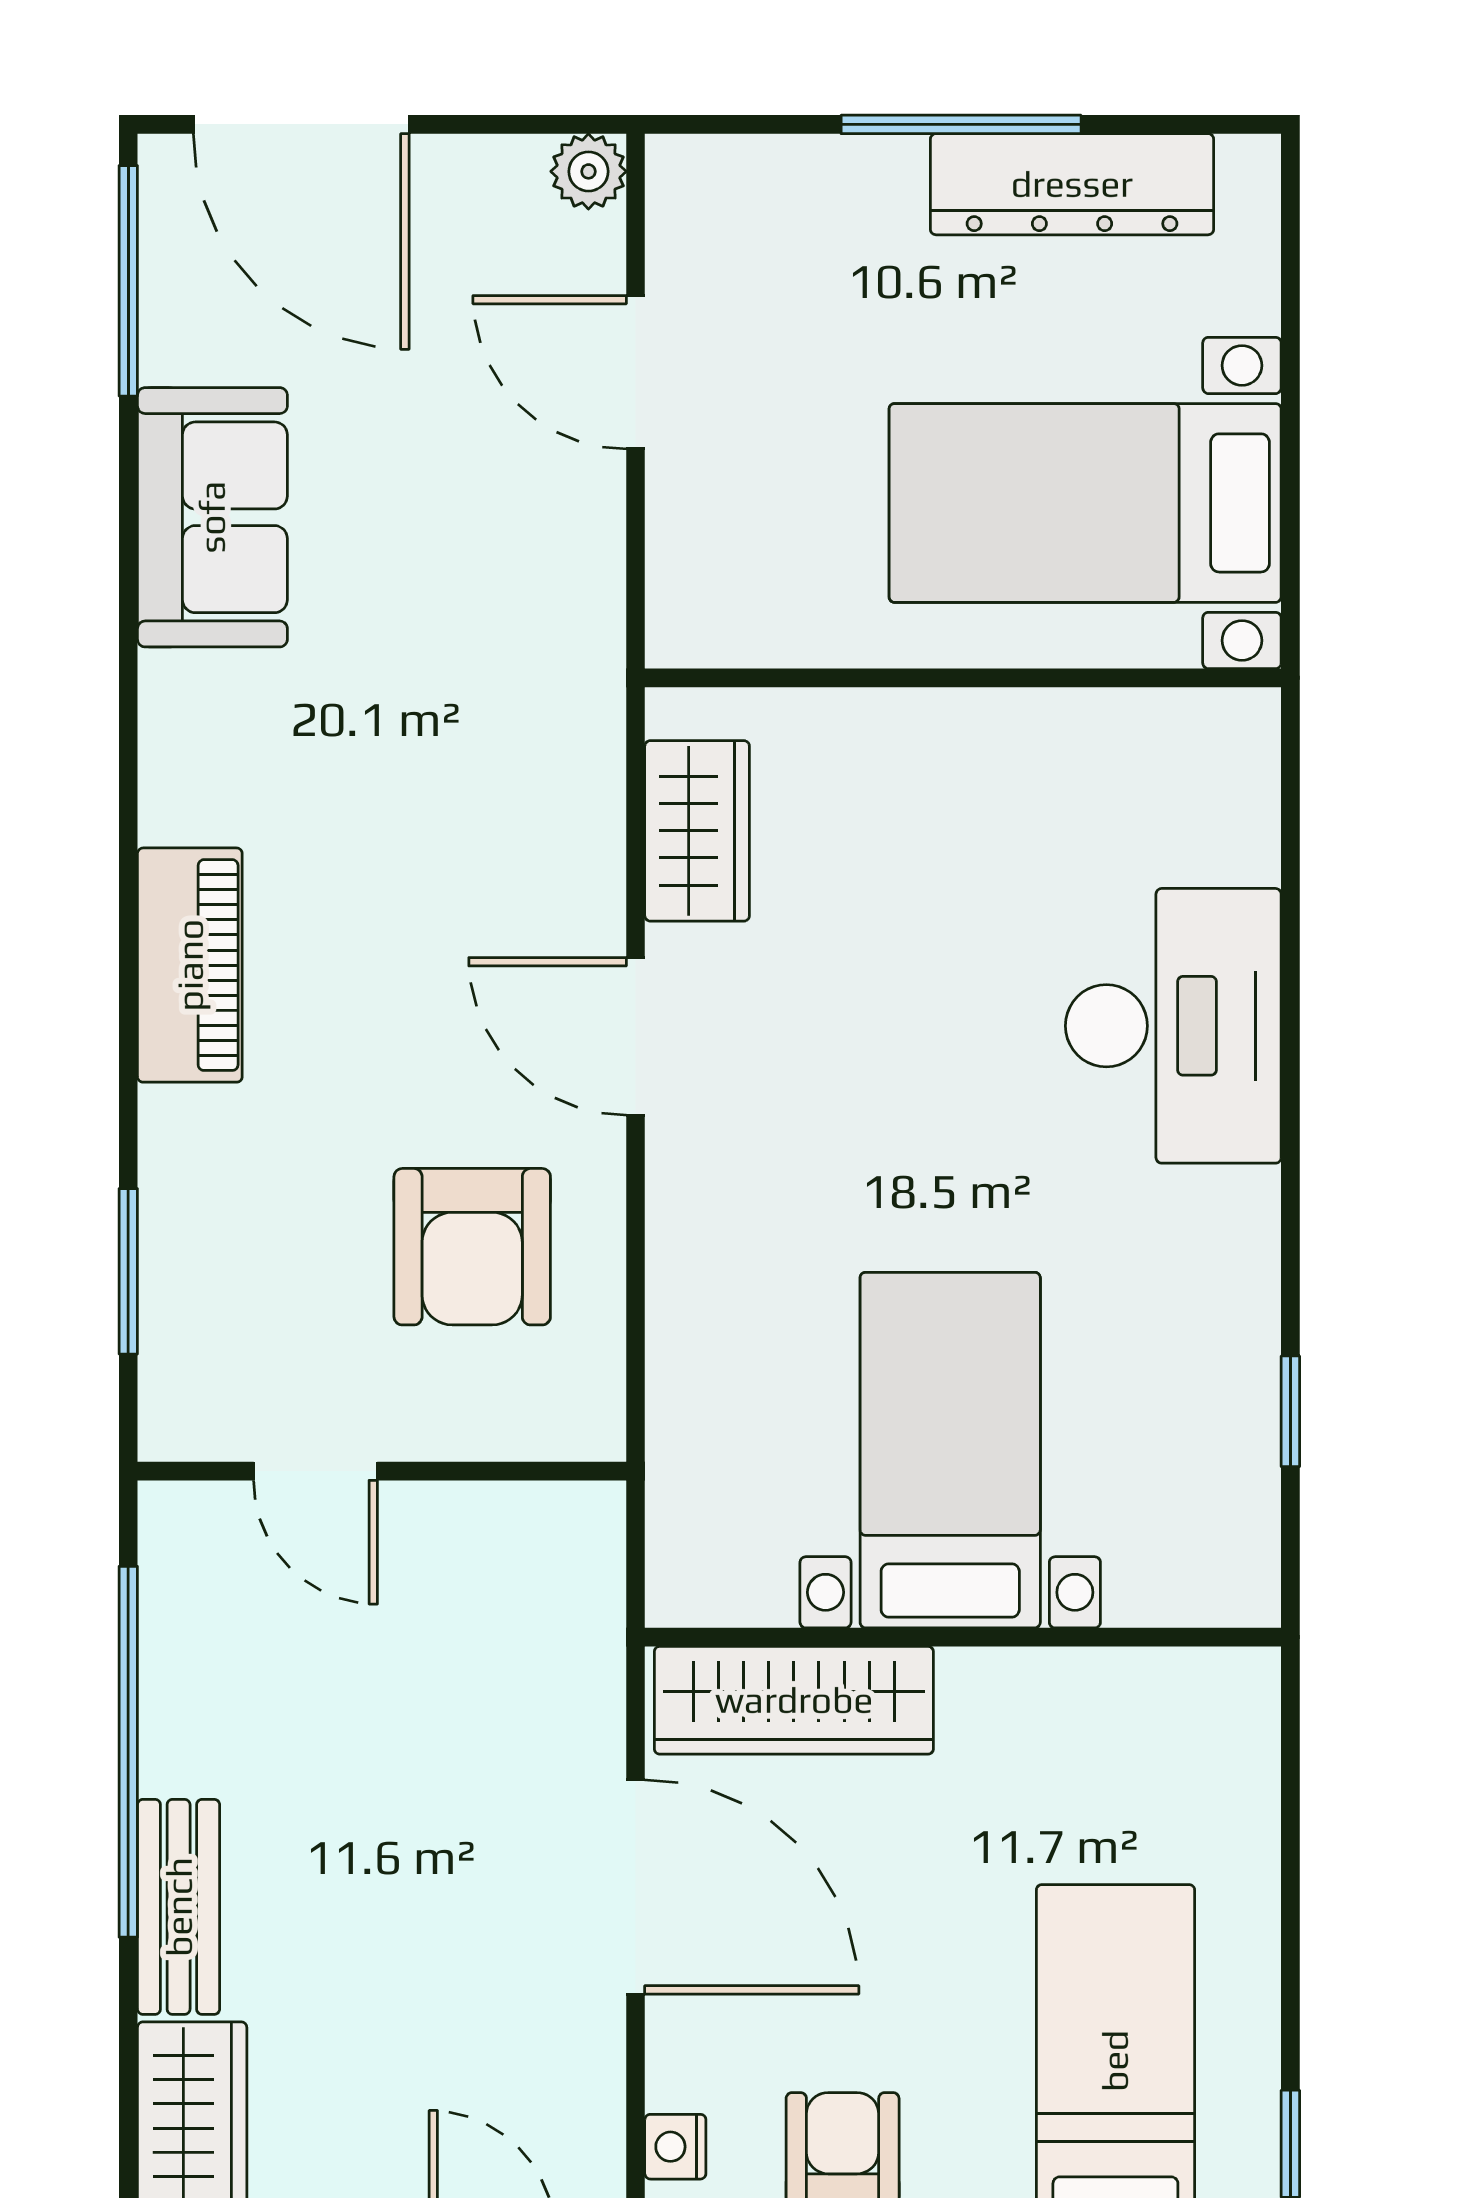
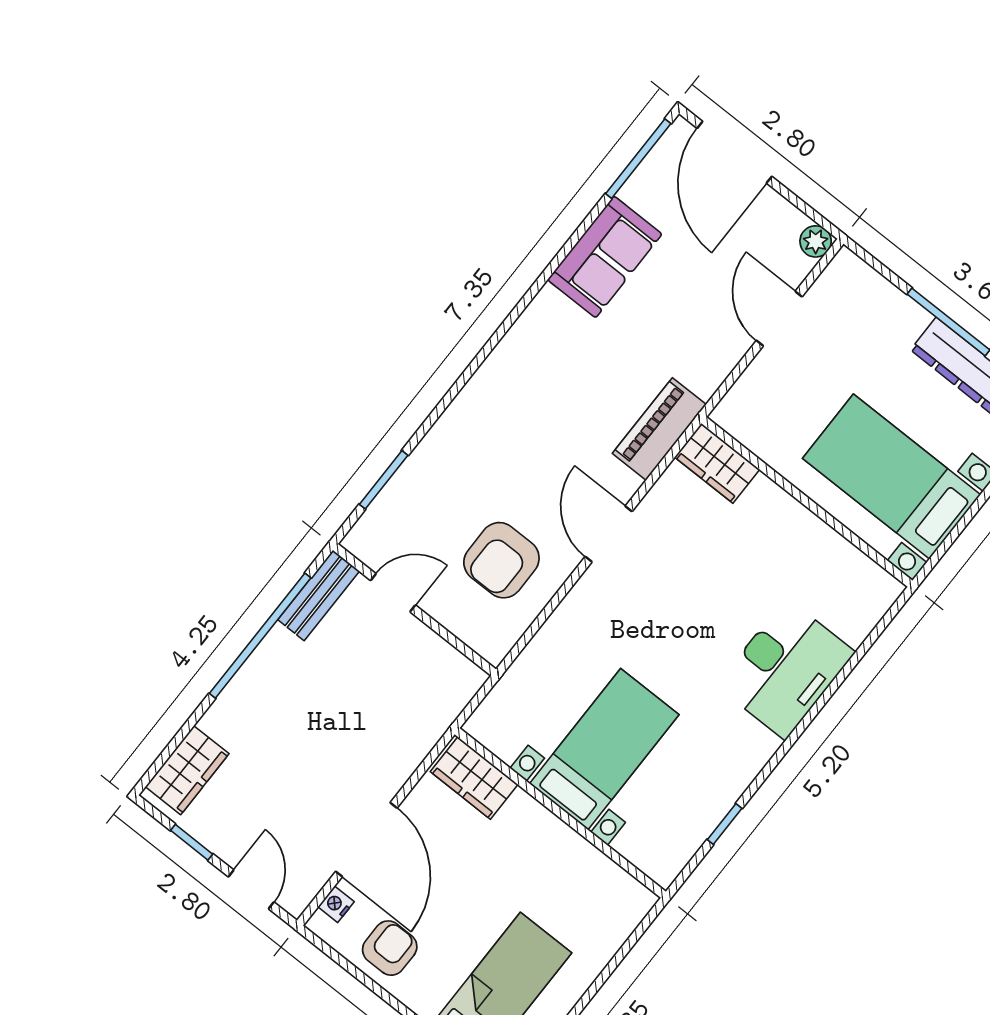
wardrobe: (697, 831) -> (717, 463), moved, turned 90
piano: (190, 965) -> (659, 429), moved, turned 180
door: (315, 1471) -> (393, 593), swing flipped
wardrobe: (794, 1700) -> (474, 778), width x0.67
door: (636, 1887) -> (366, 840), moved
bench: (179, 1907) -> (319, 595), moved

